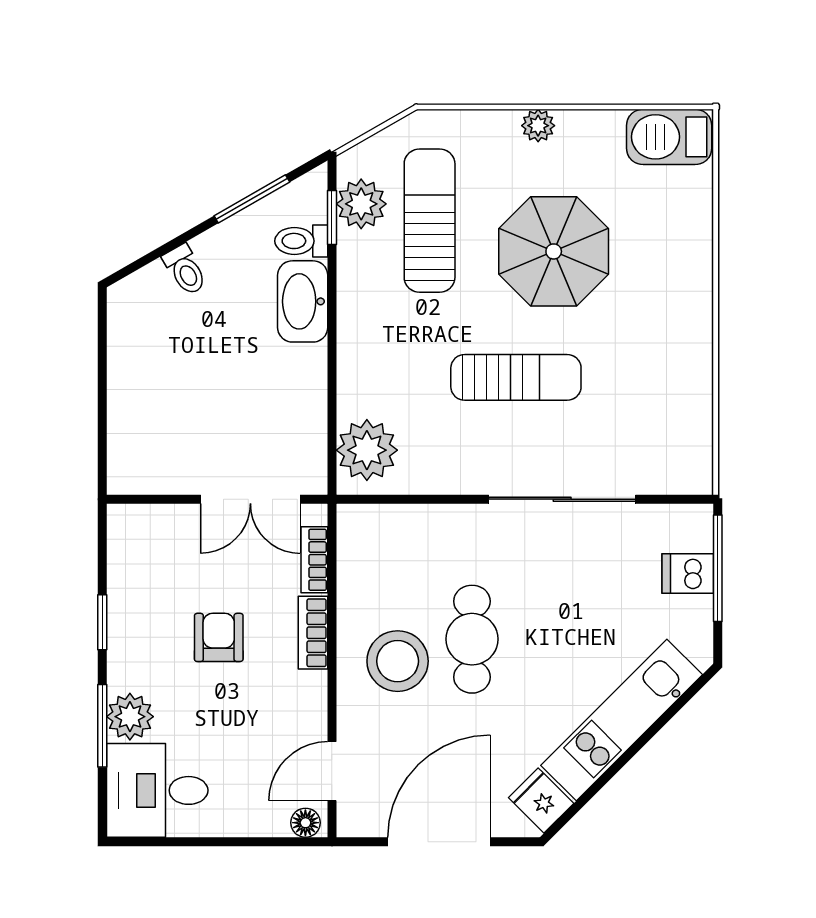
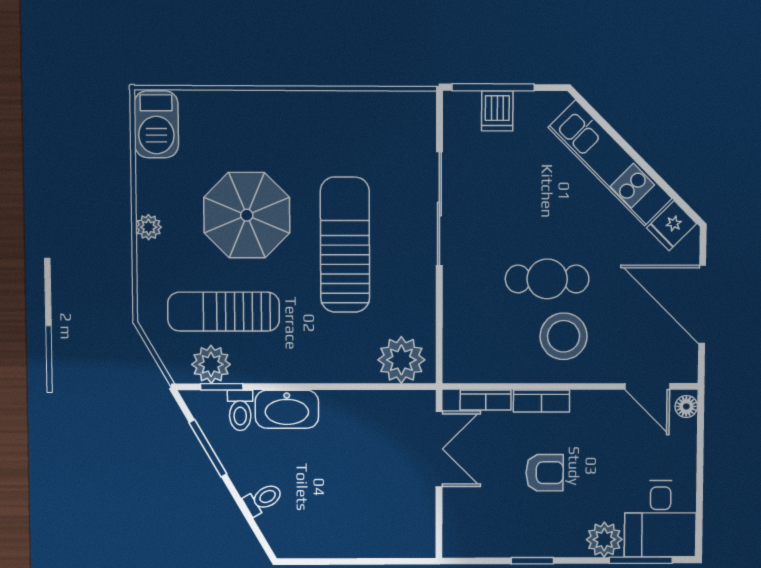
sun lounger: (516, 377) -> (345, 245), width x1.36, depth x1.34
armchair: (219, 637) -> (545, 473), turned 180
window: (102, 726) -> (641, 560), moved

